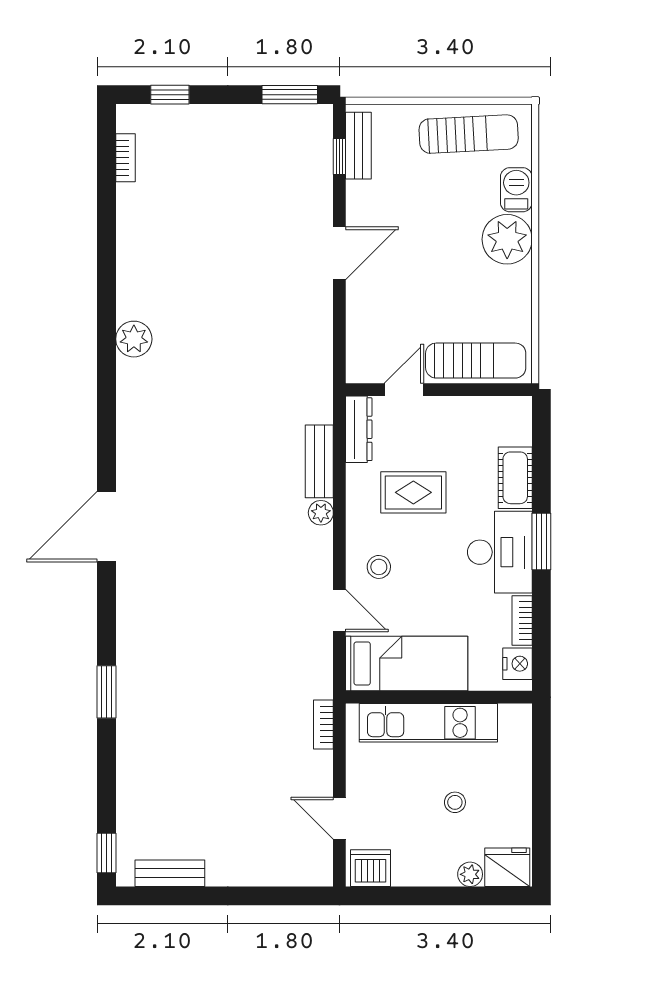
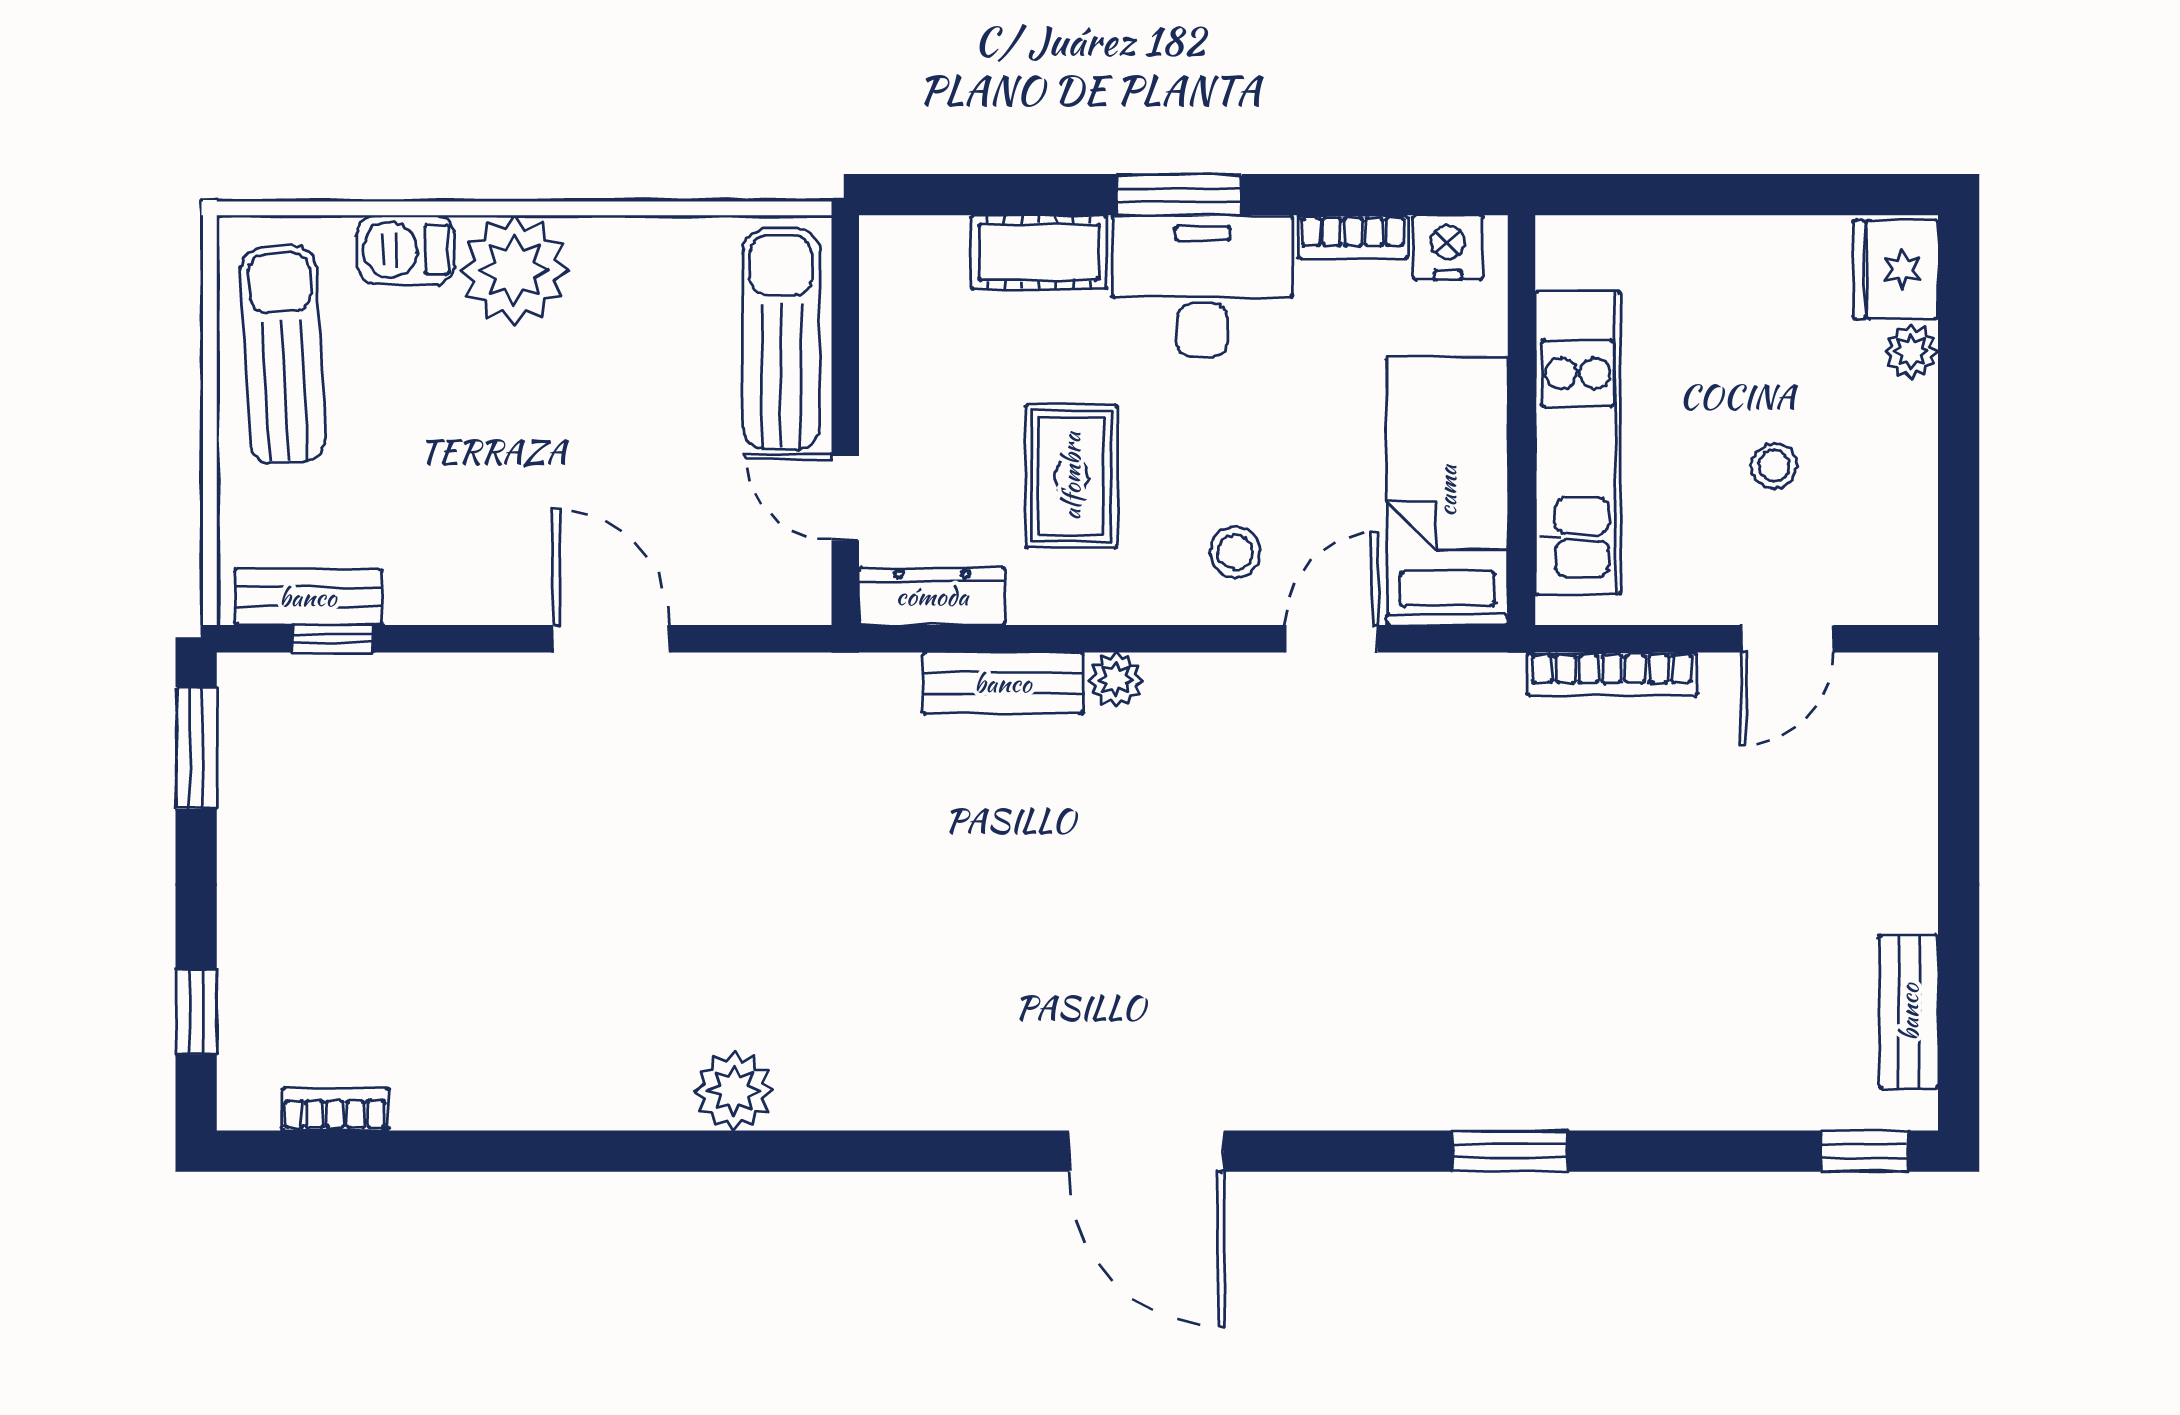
door: (339, 253) -> (611, 639), moved
bookcase: (323, 724) -> (1612, 674), width x1.56
stool: (455, 802) -> (1774, 466), moved
dishwasher: (371, 868) -> (1897, 570), removed

